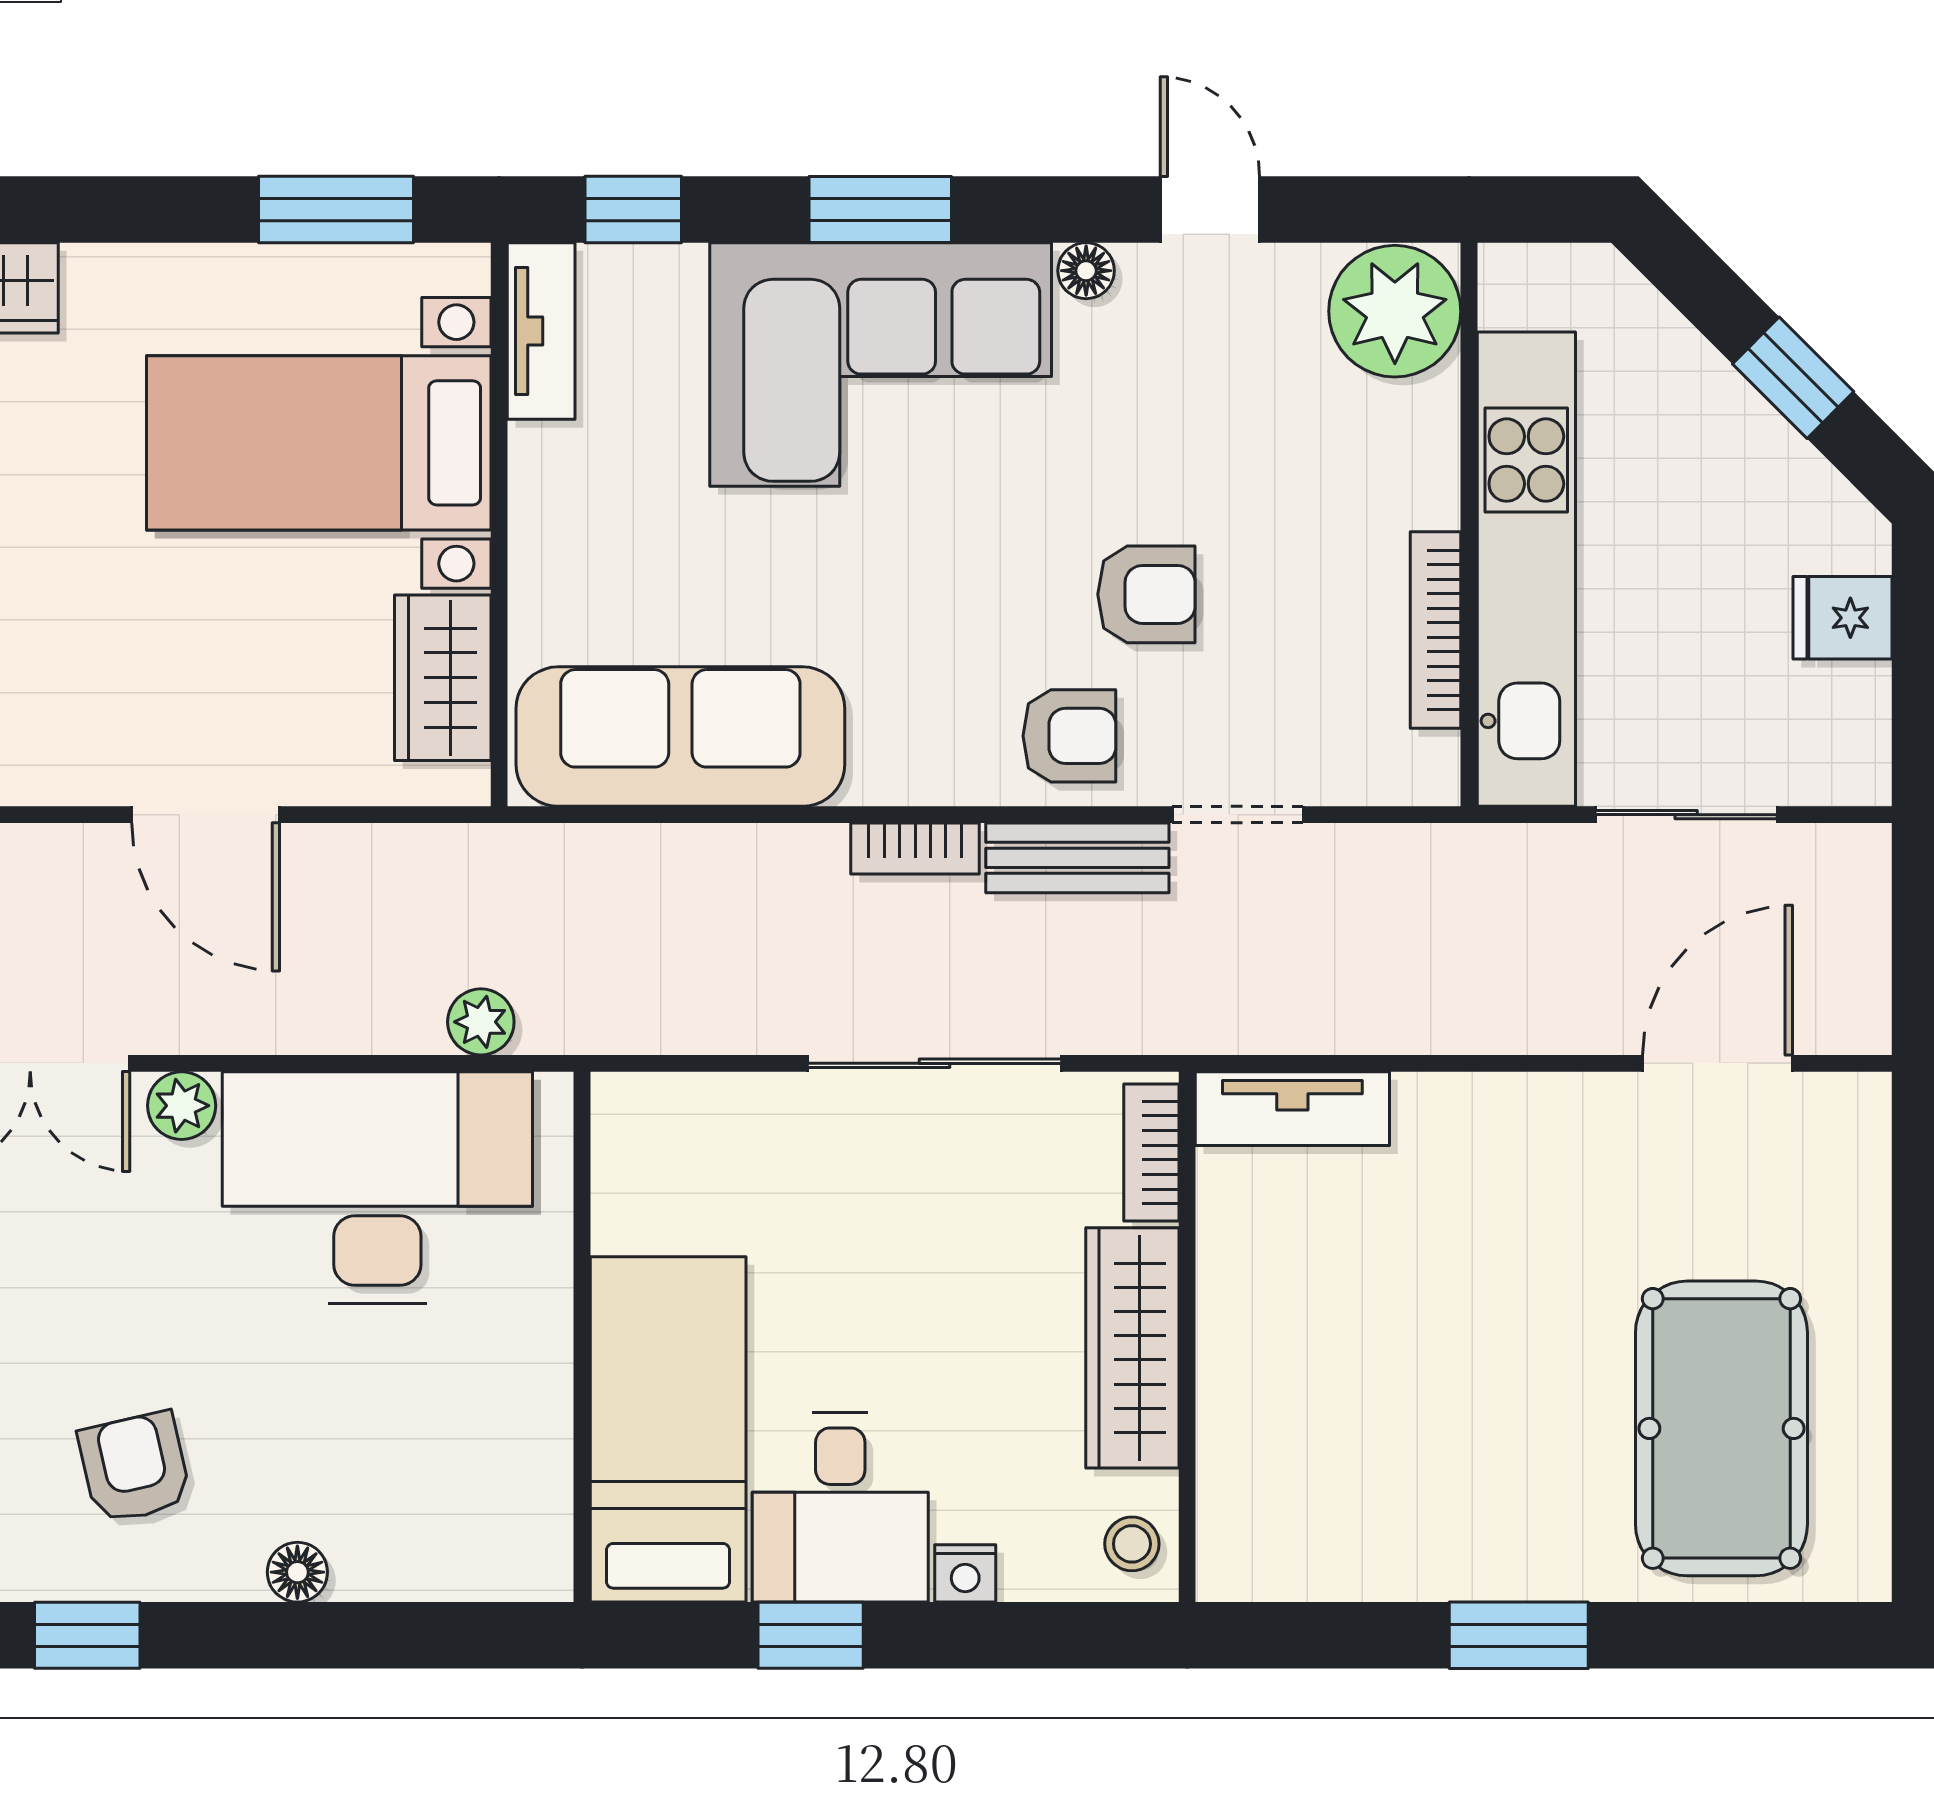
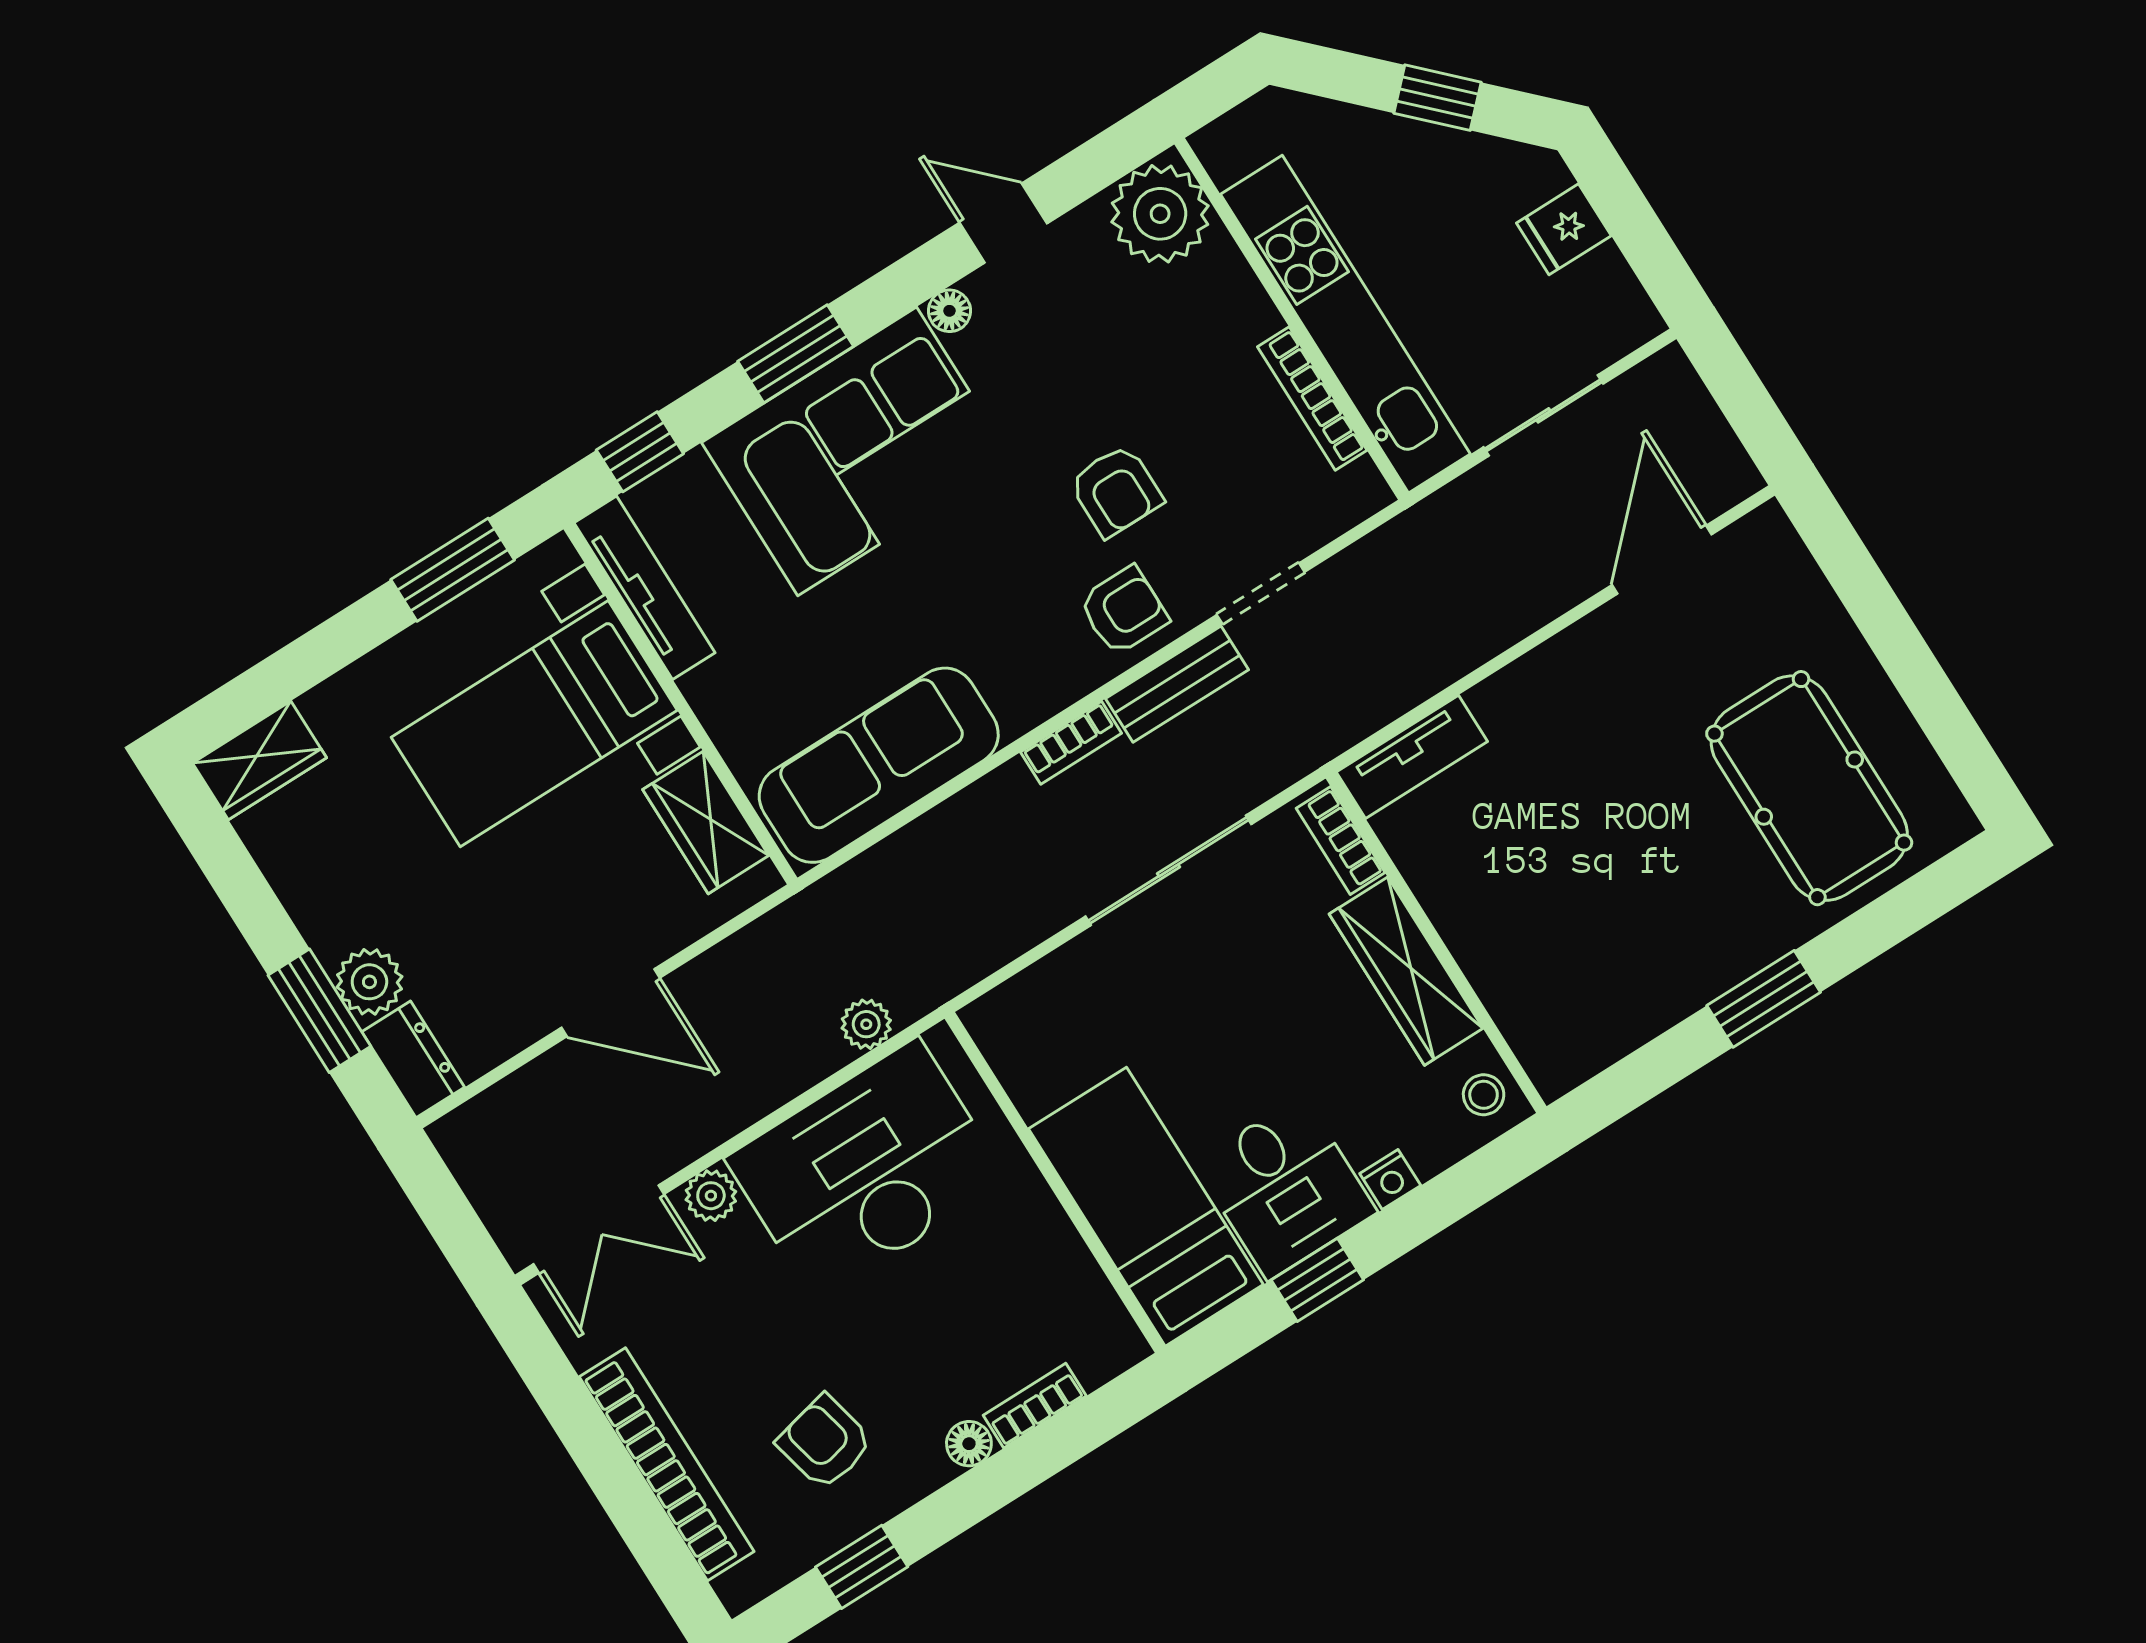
tv unit: (541, 331) -> (644, 588), width x1.41
armchair: (1146, 594) -> (1116, 491), turned 90
bookcase: (399, 1576) -> (1035, 1406), added

